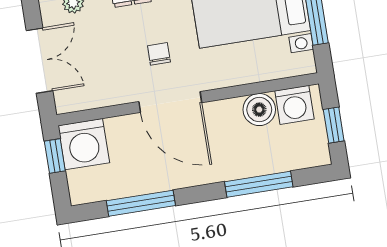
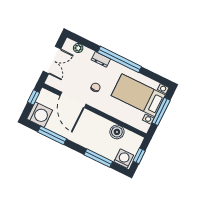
door: (170, 102) -> (73, 100), moved
washing machine: (294, 105) -> (124, 159), moved, turned 180
washing machine: (84, 144) -> (40, 115), moved, turned -90

